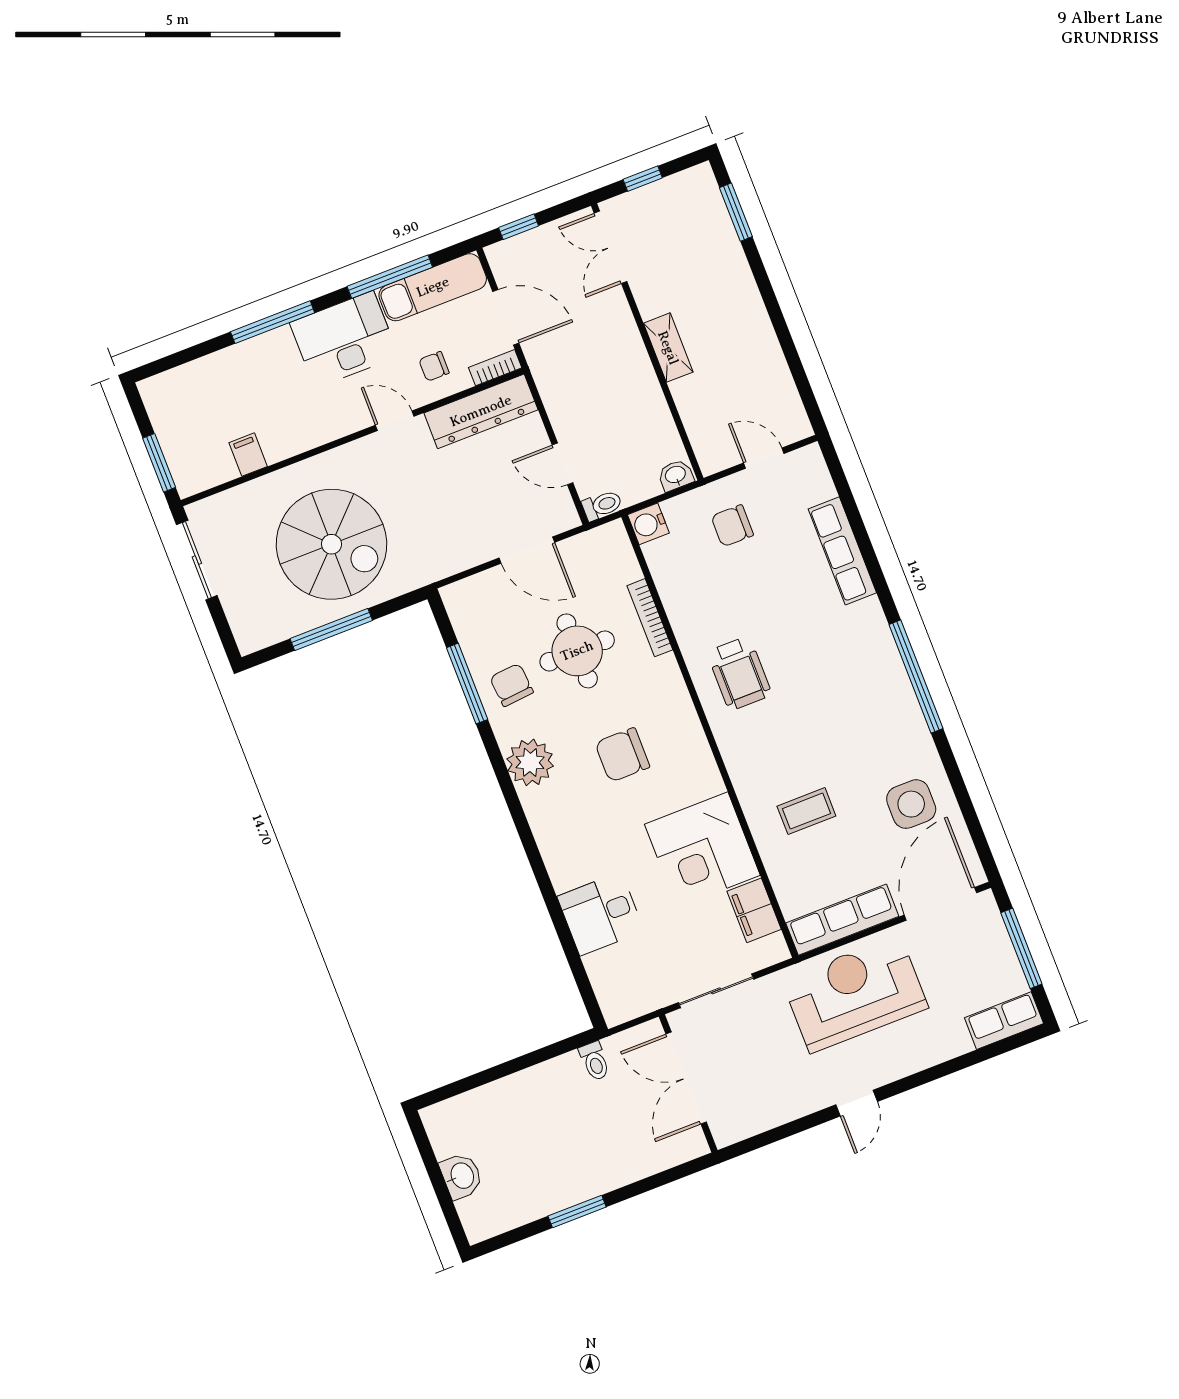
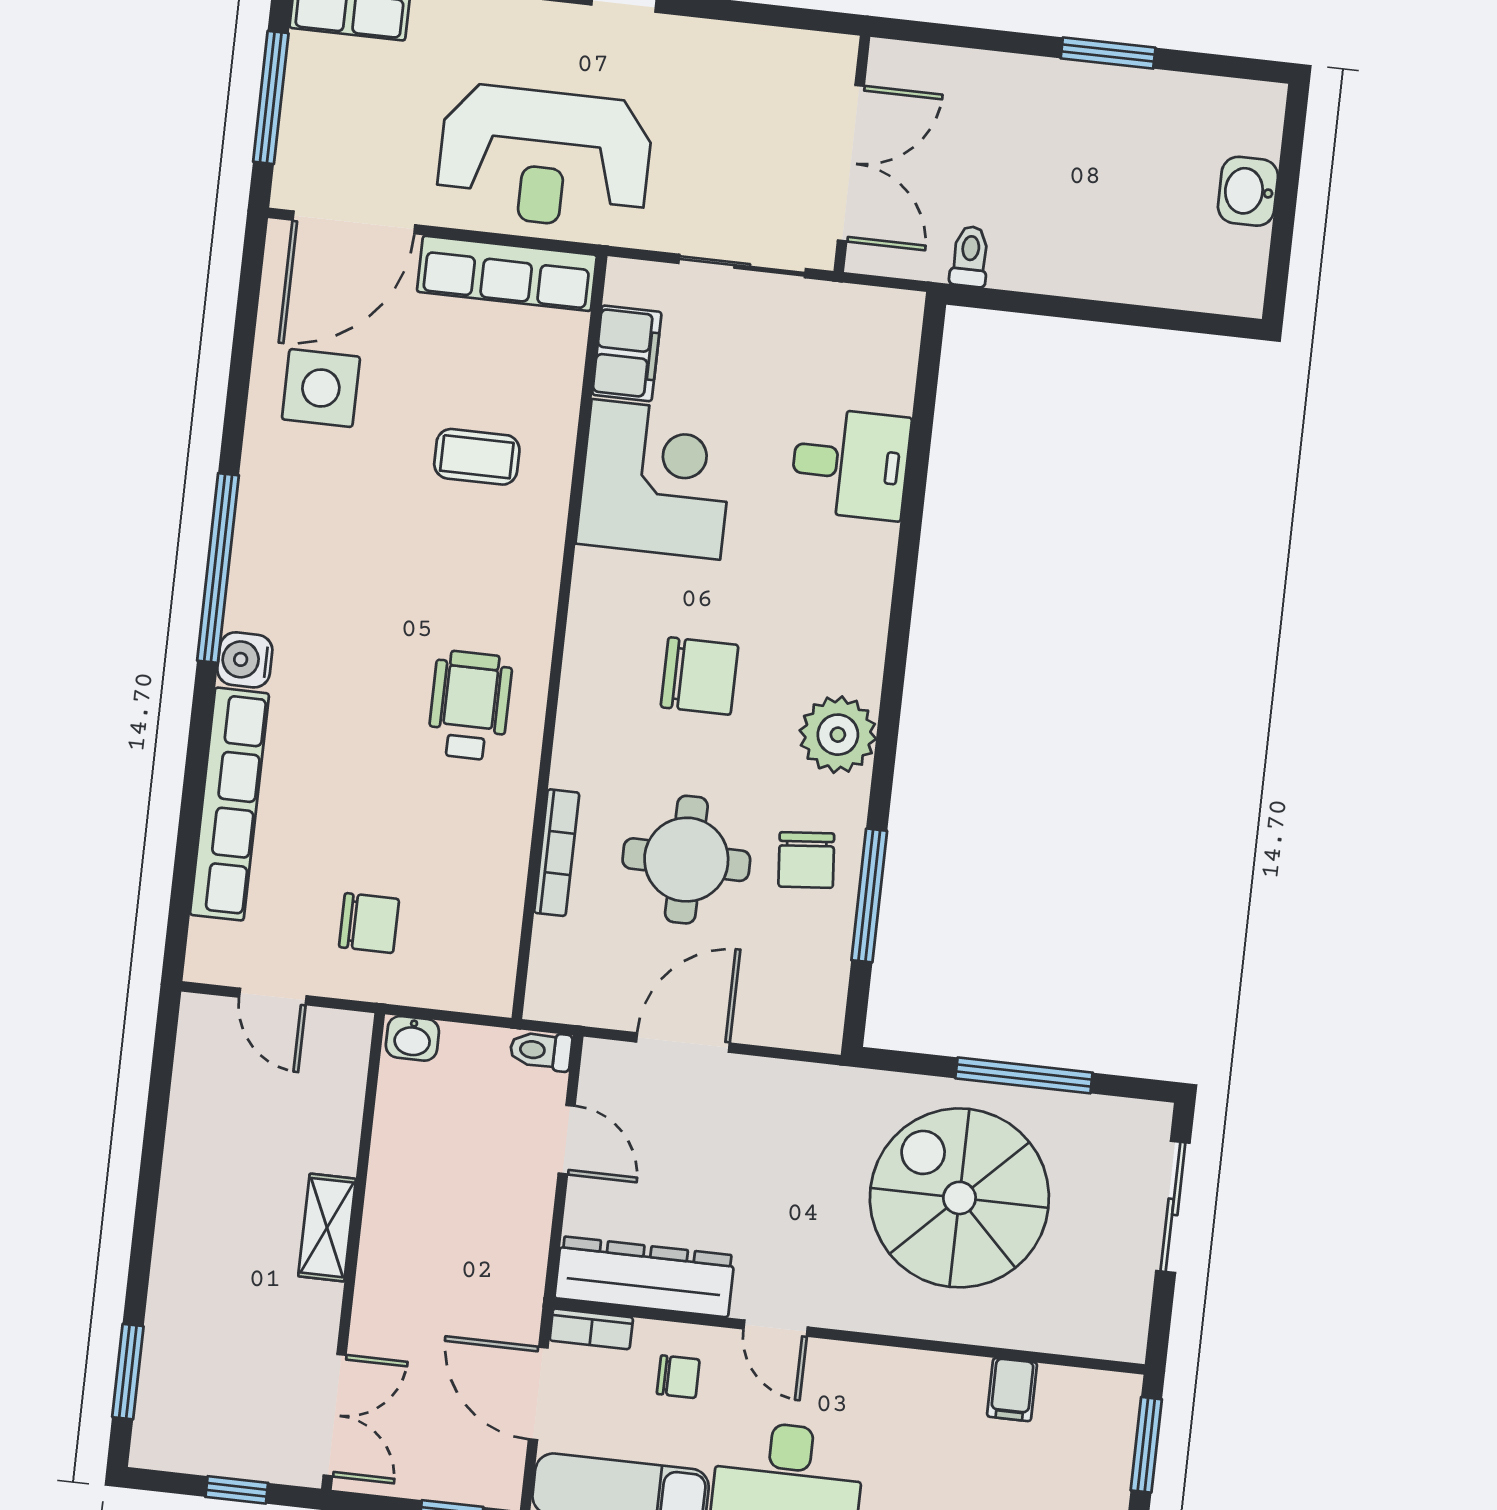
water cooler: (648, 524) -> (245, 660), moved, turned 180
door: (527, 550) -> (683, 1042), hinge flipped
row of seats: (842, 551) -> (229, 804), width x1.36
sliding door: (197, 560) -> (1173, 1207), moved

